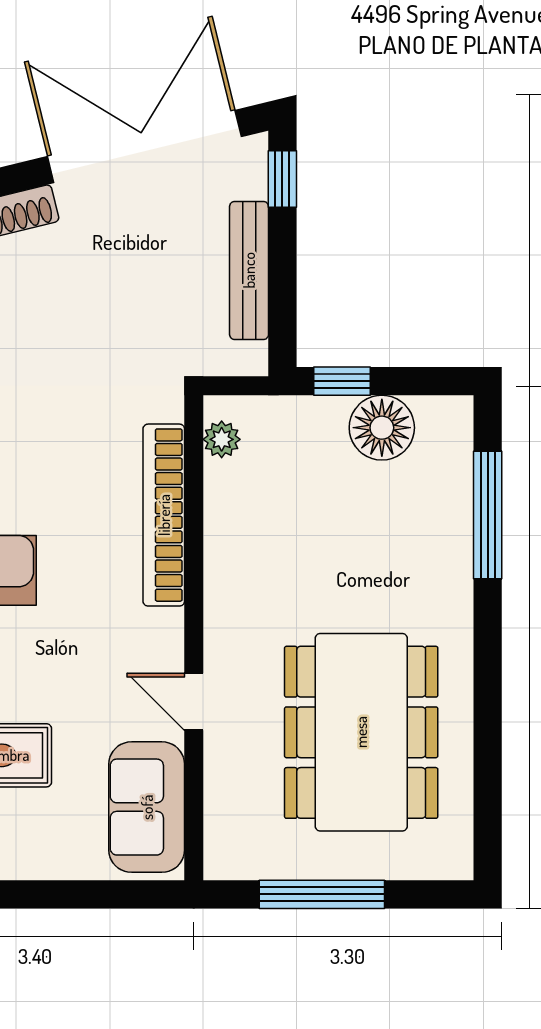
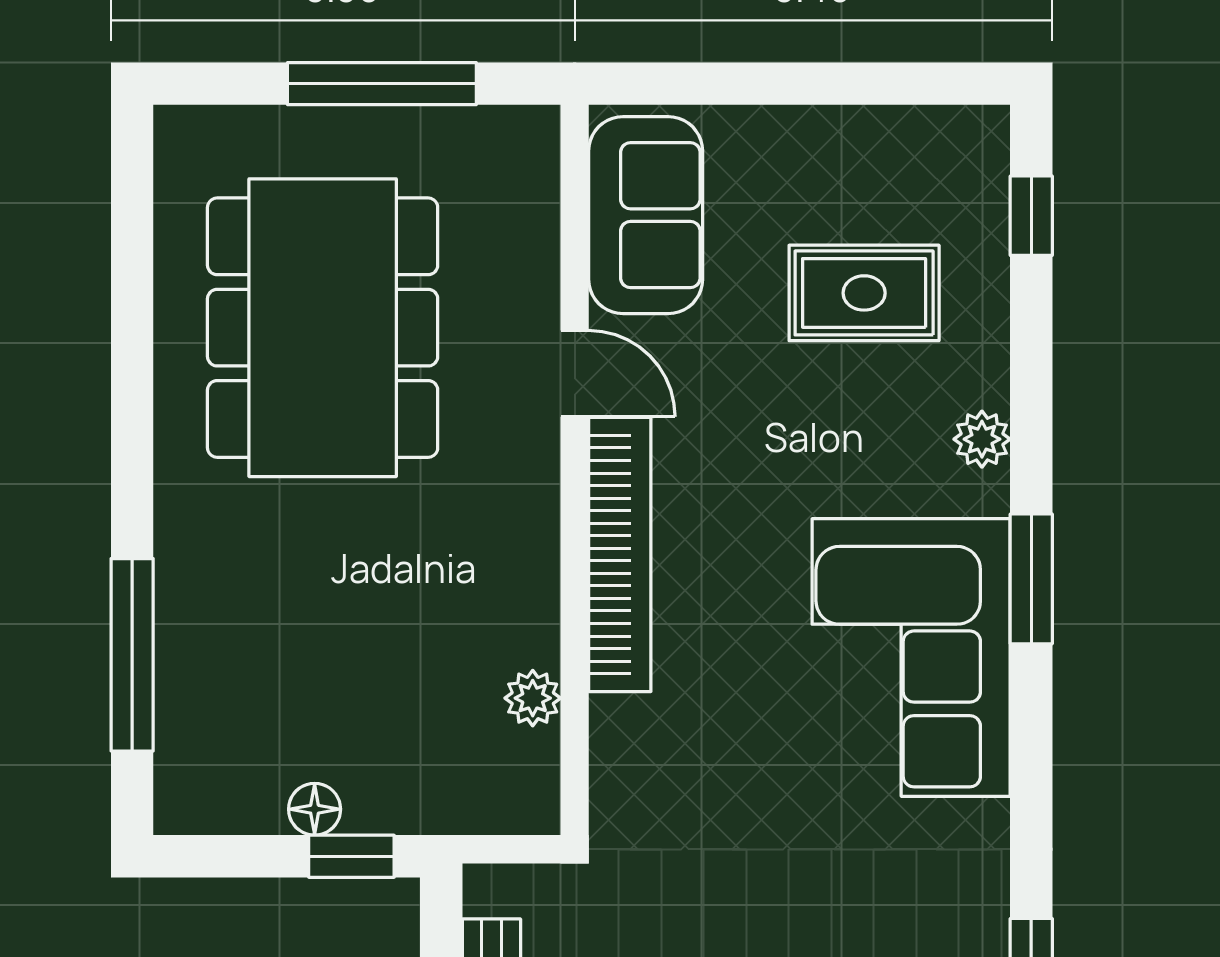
floor lamp: (382, 428) -> (315, 809), width x0.53, depth x0.53
plant: (222, 439) -> (533, 698), moved
bookcase: (164, 515) -> (620, 555), moved

